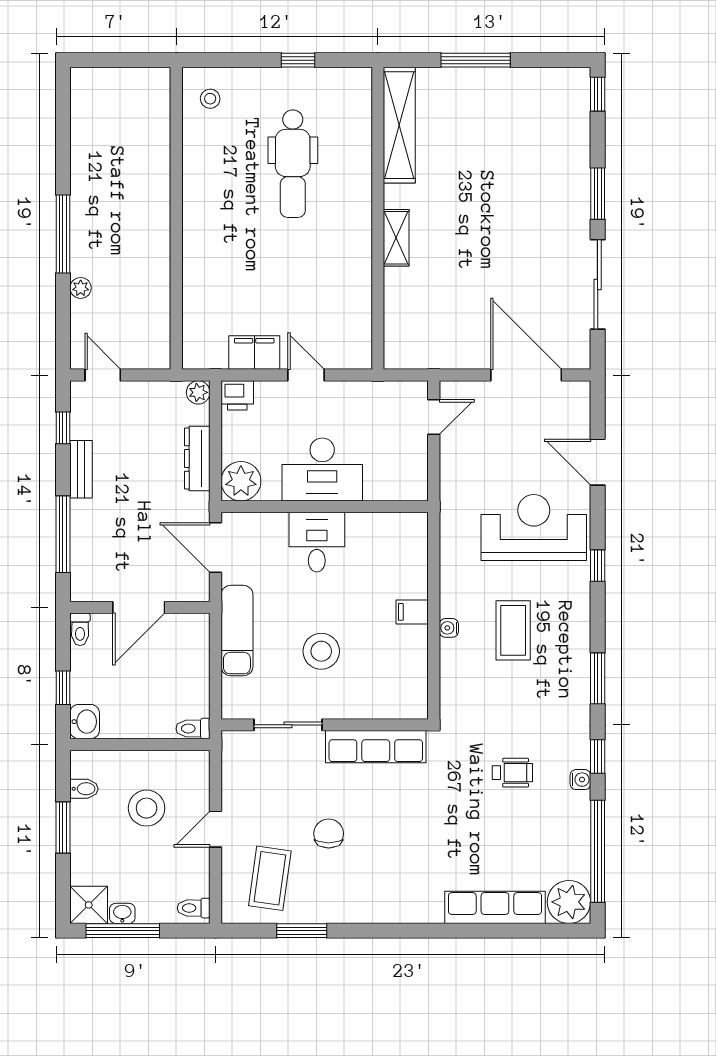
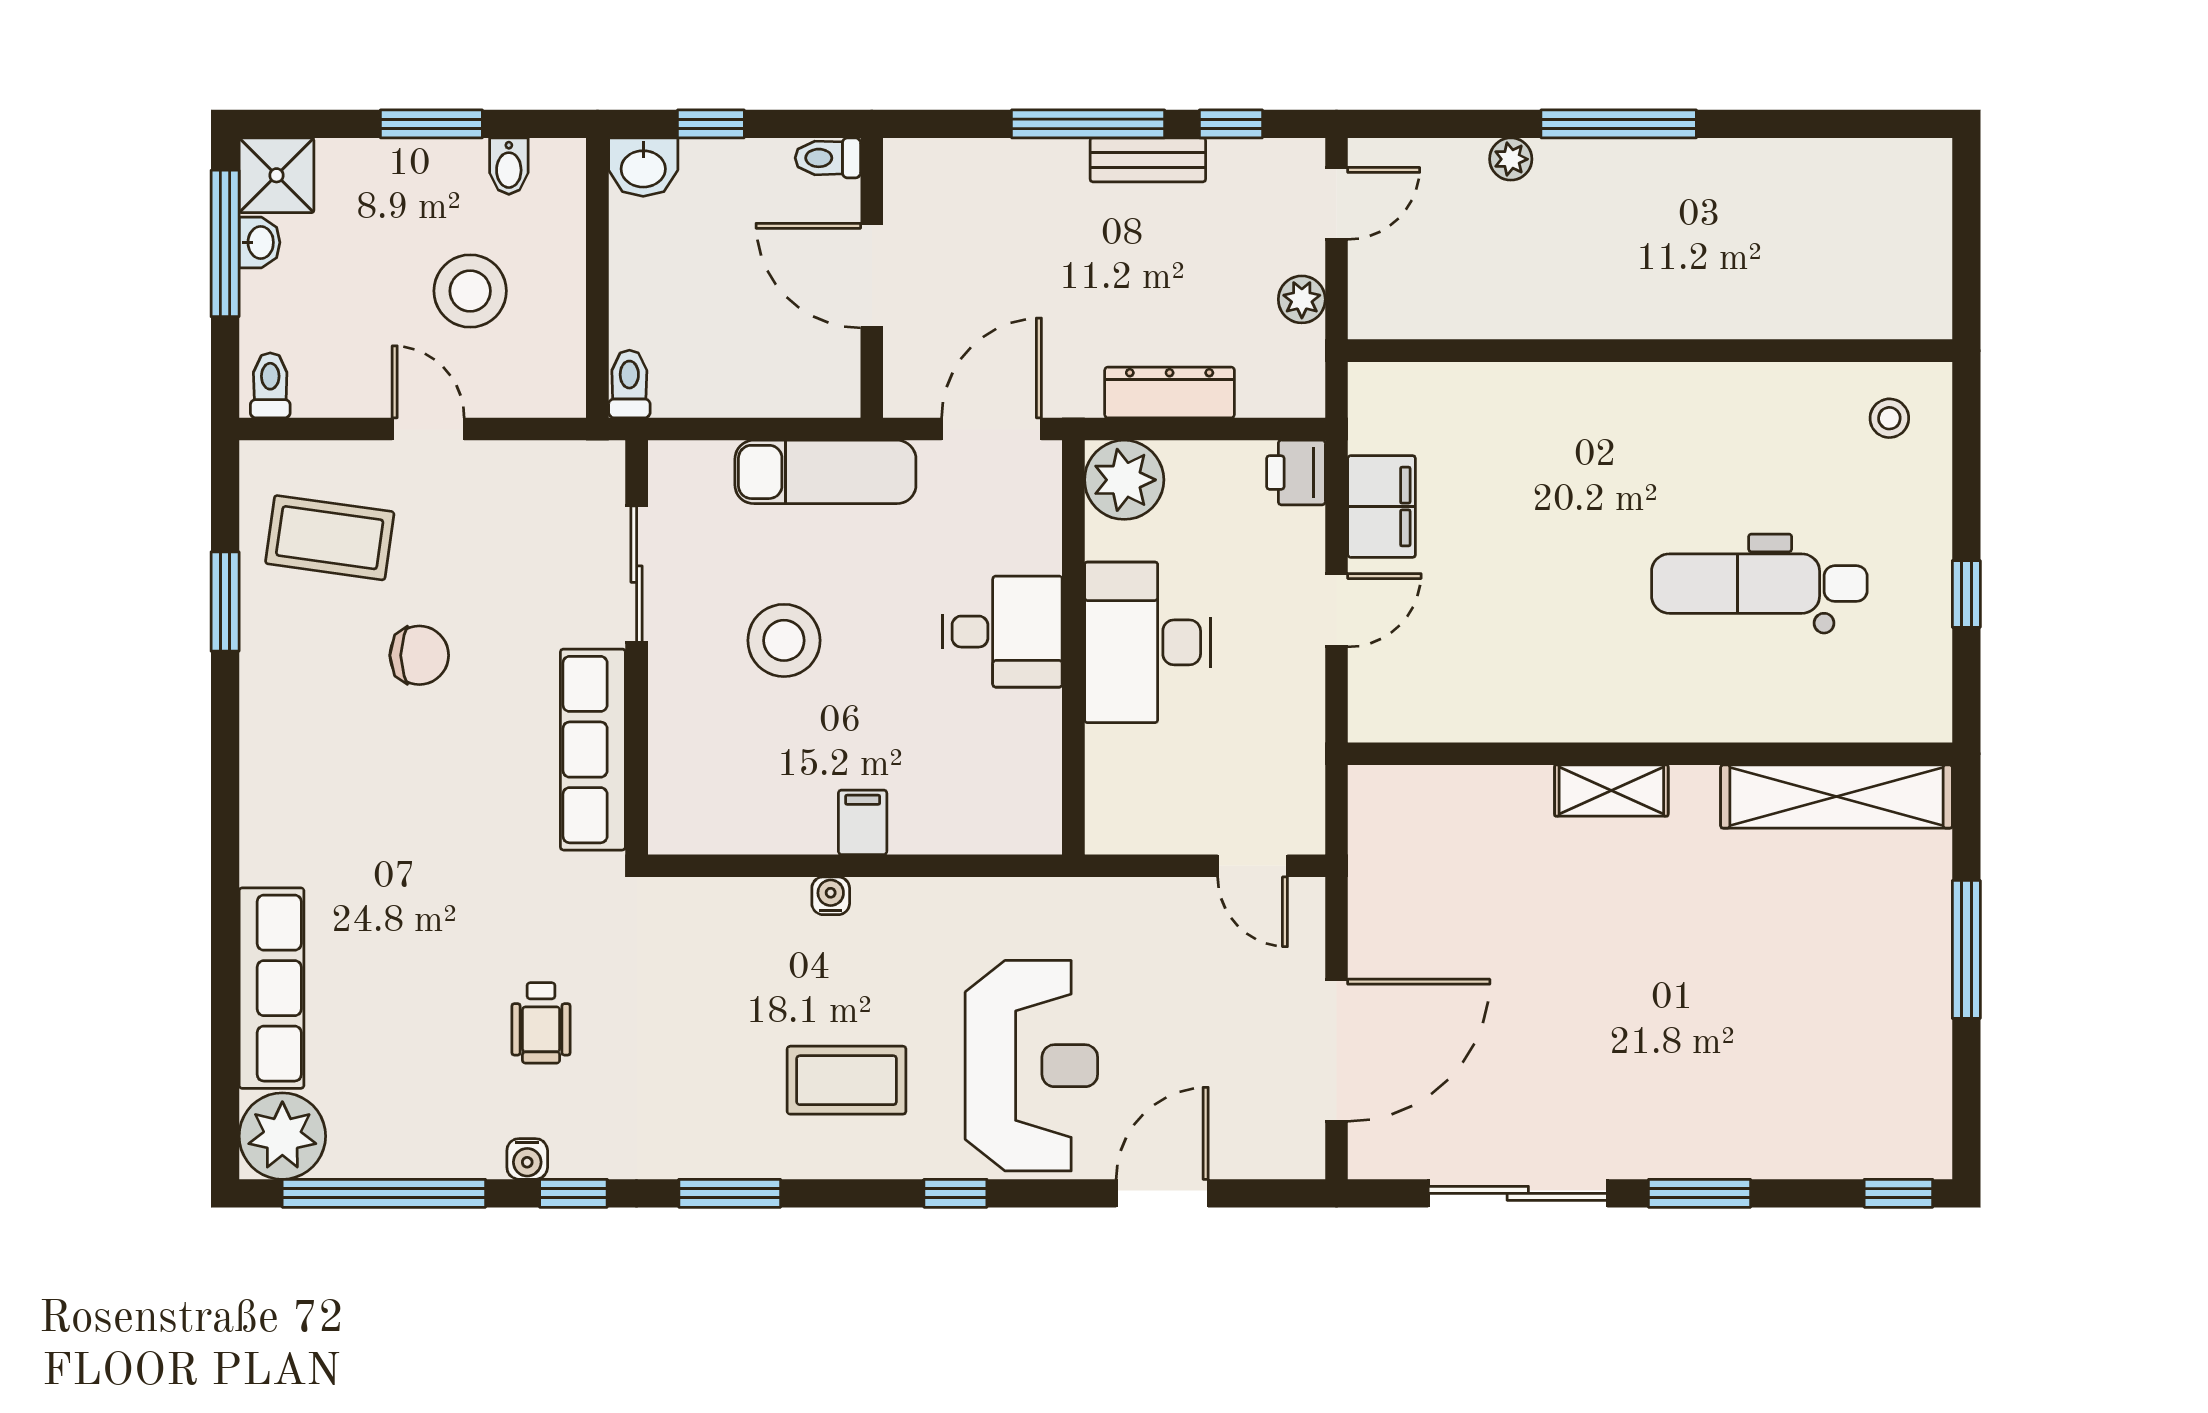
plant: (198, 392) -> (1302, 299), moved
window: (63, 534) -> (1088, 124), moved
coffee table: (513, 630) -> (847, 1080), moved

